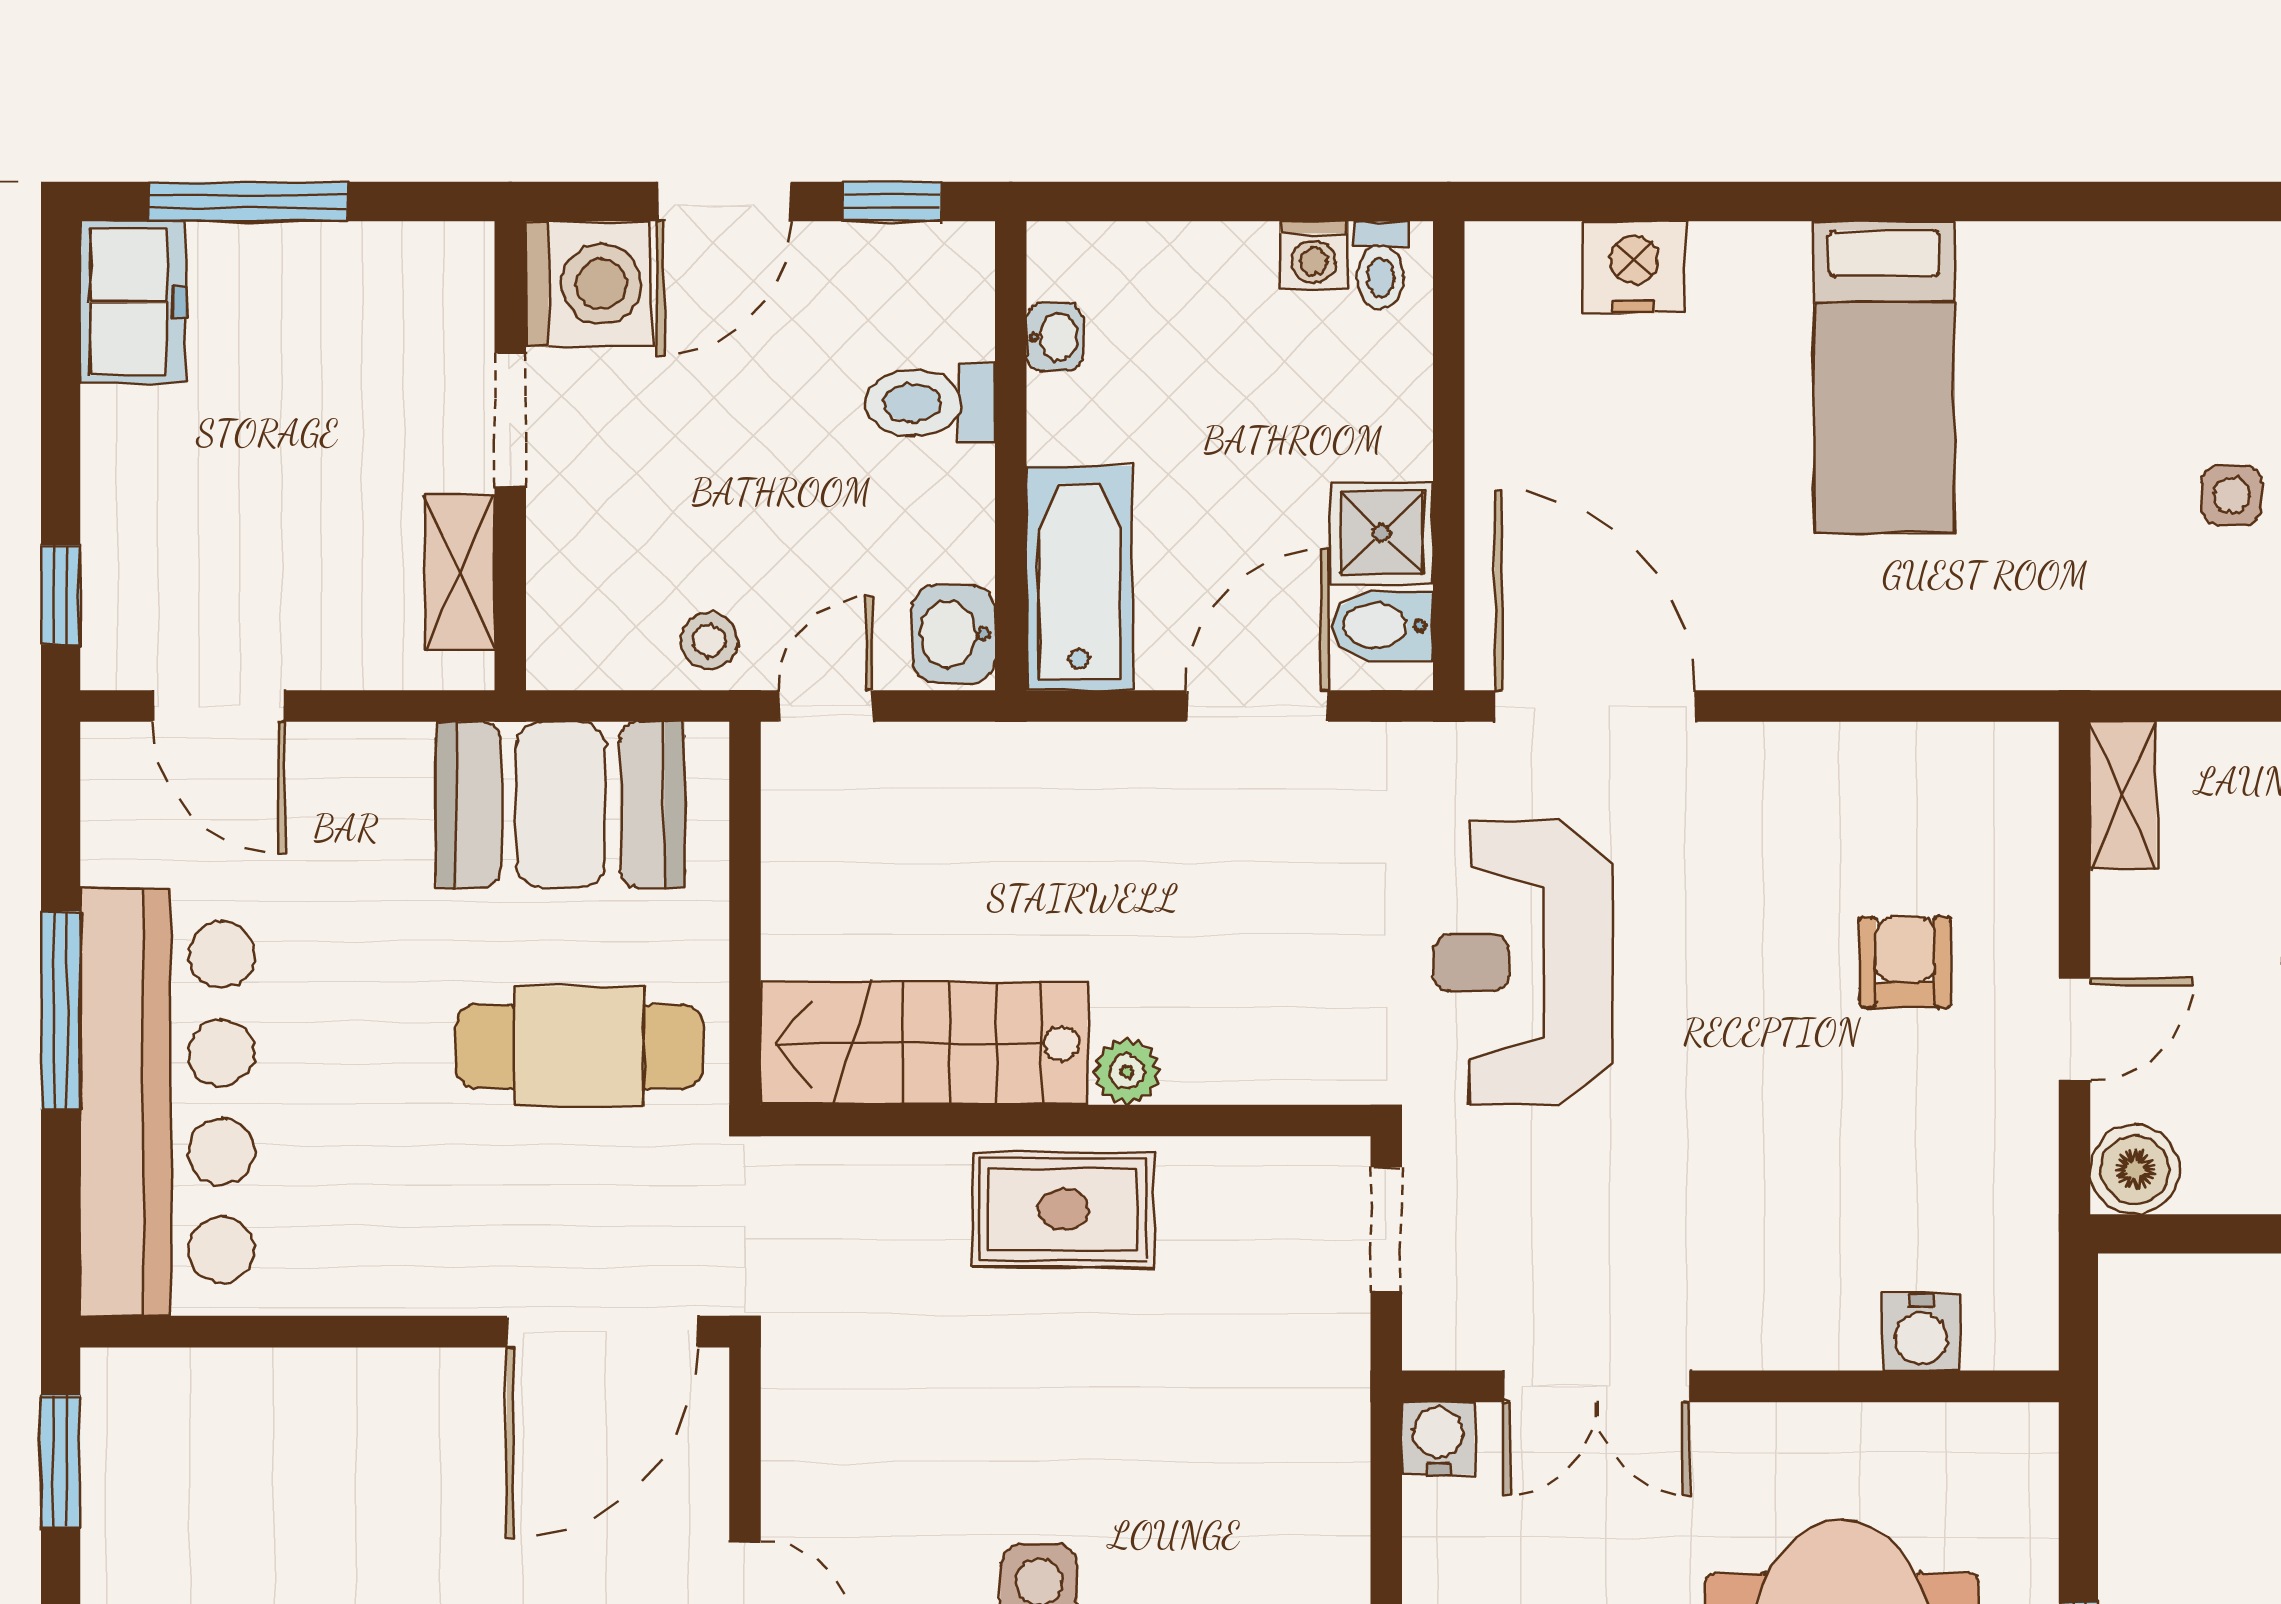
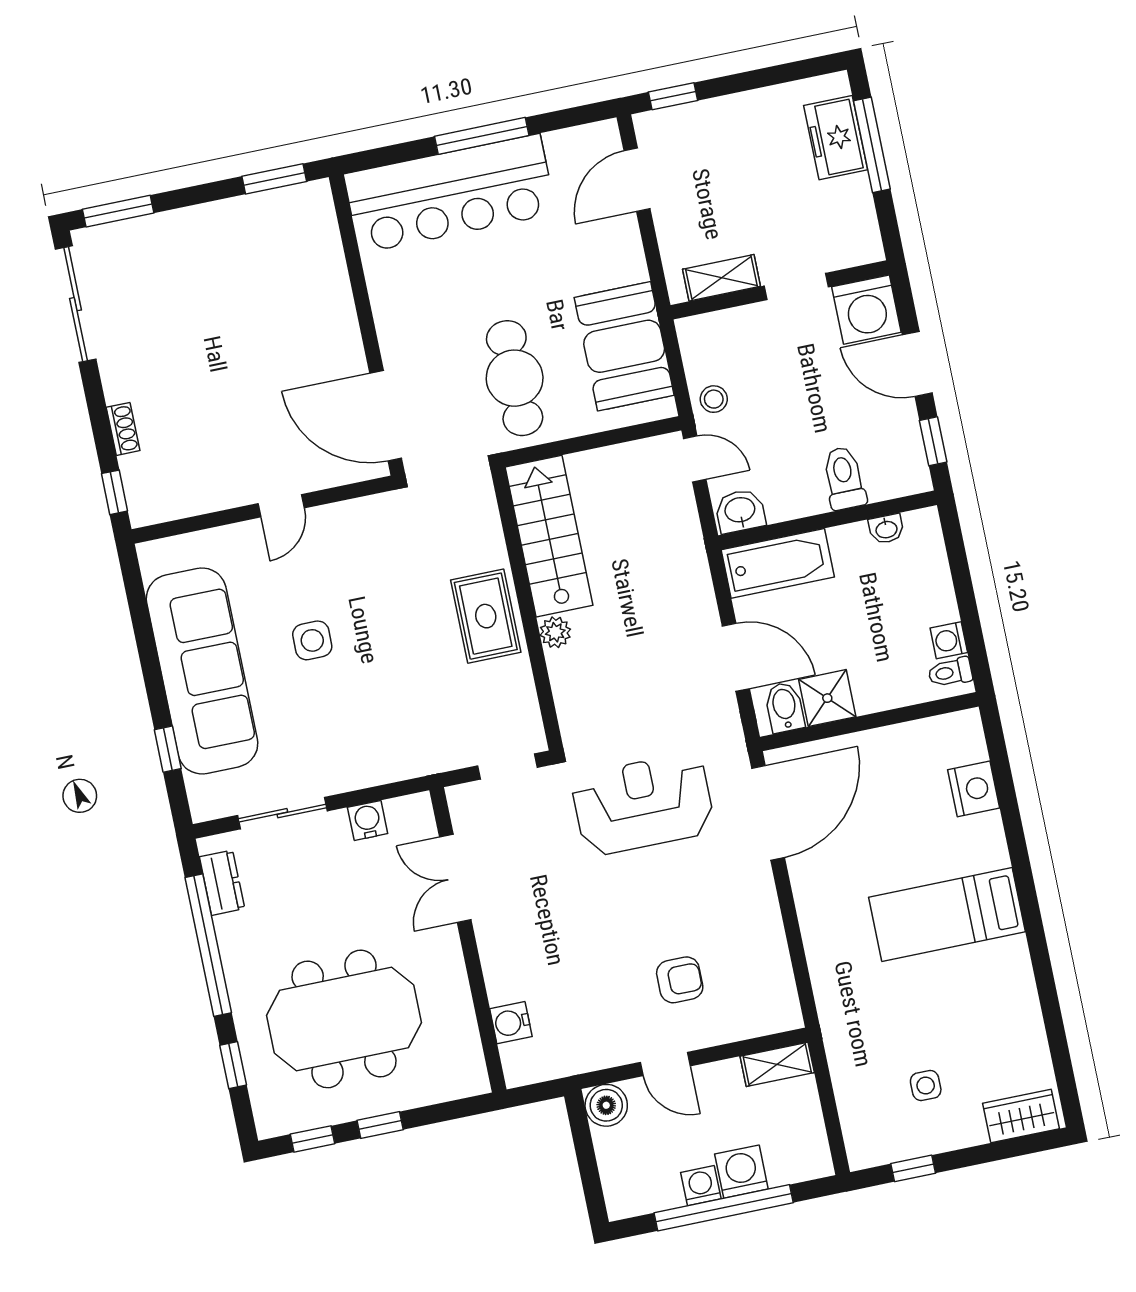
freezer: (133, 302) -> (836, 138), moved, turned 90
water cooler: (1438, 1438) -> (368, 820), moved, turned -90

